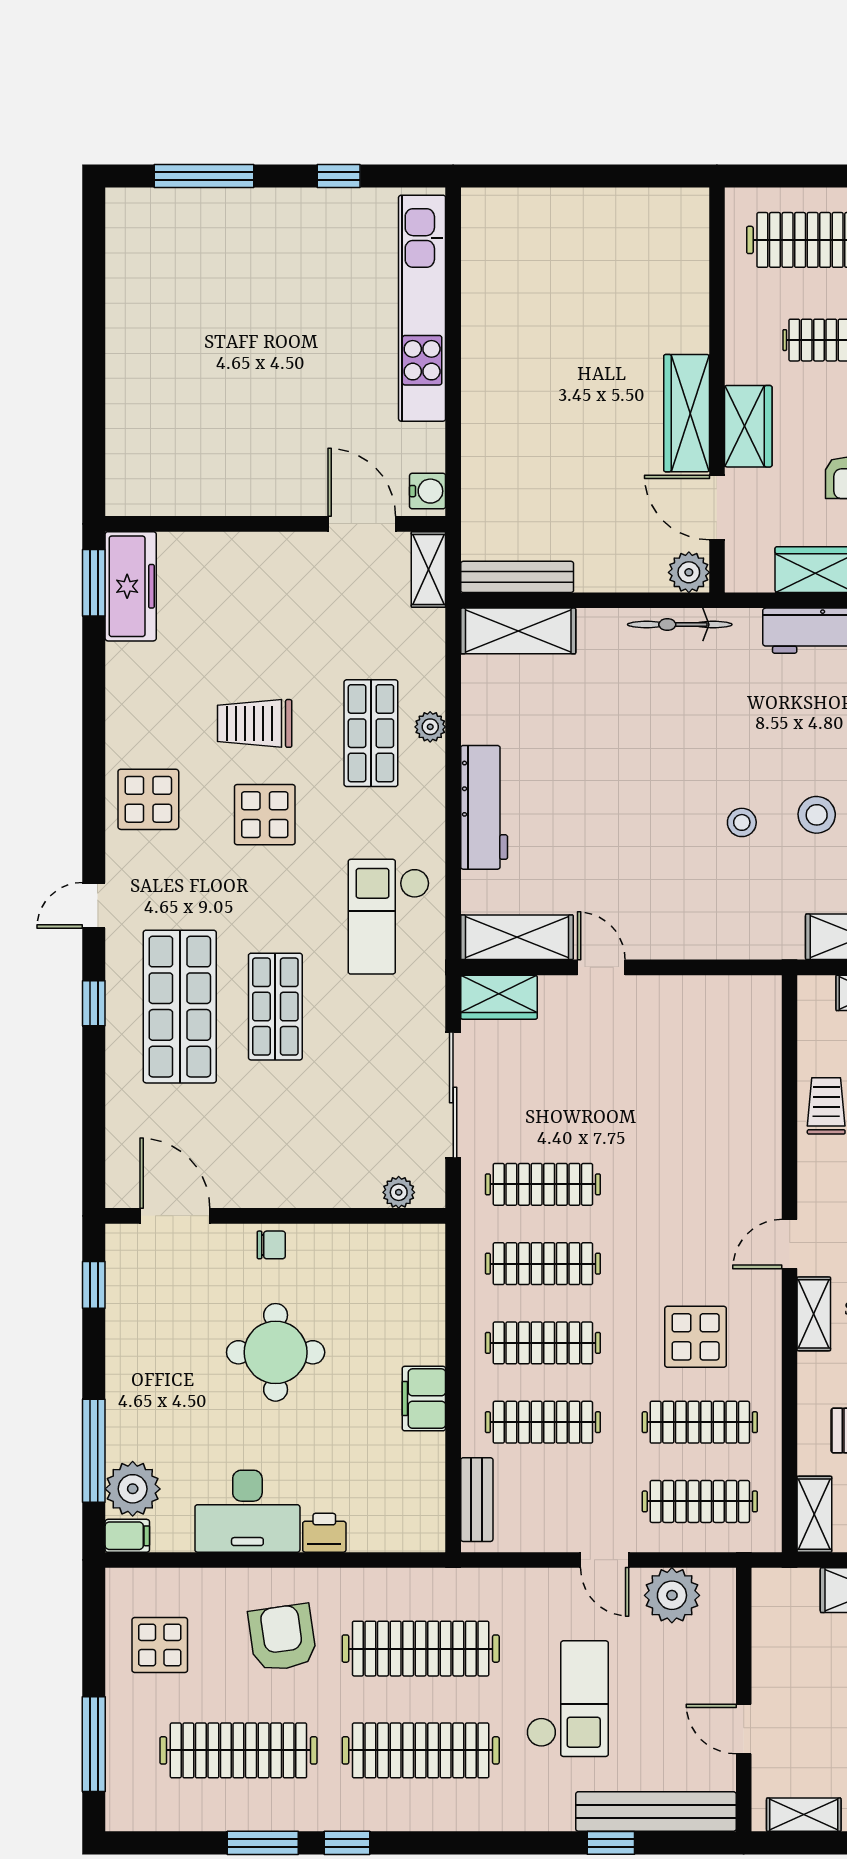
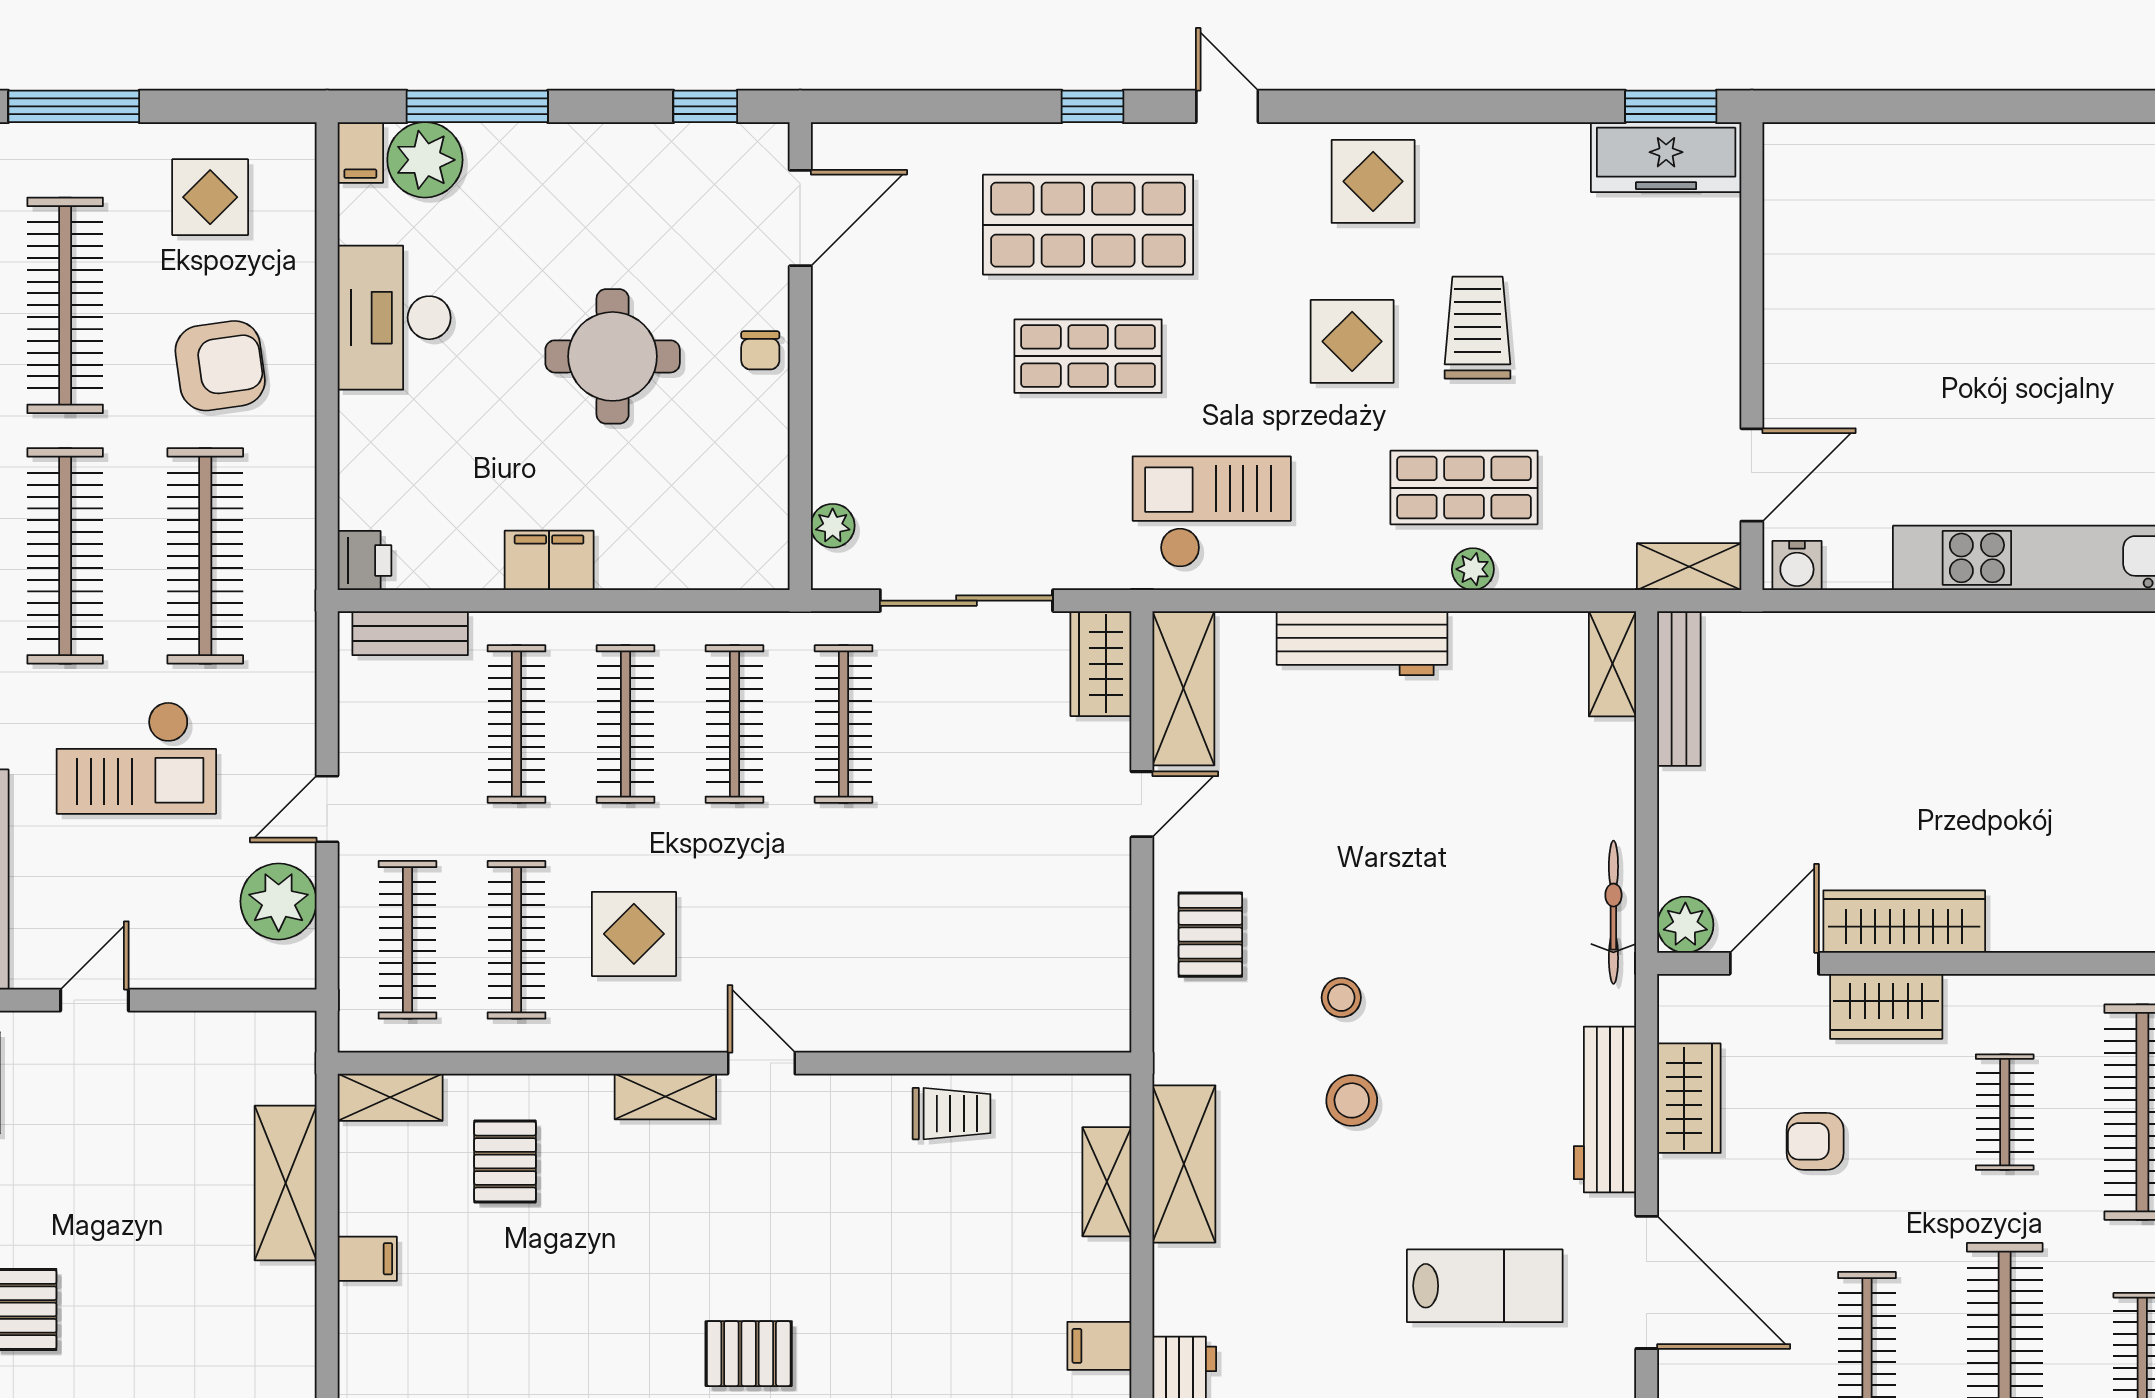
shelving: (518, 631) -> (1612, 664), width x0.67, depth x0.75
pallet: (696, 918) -> (1210, 935), added
printer: (324, 1533) -> (364, 560), moved

